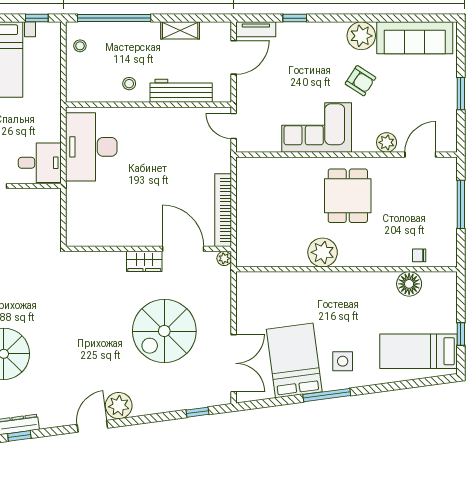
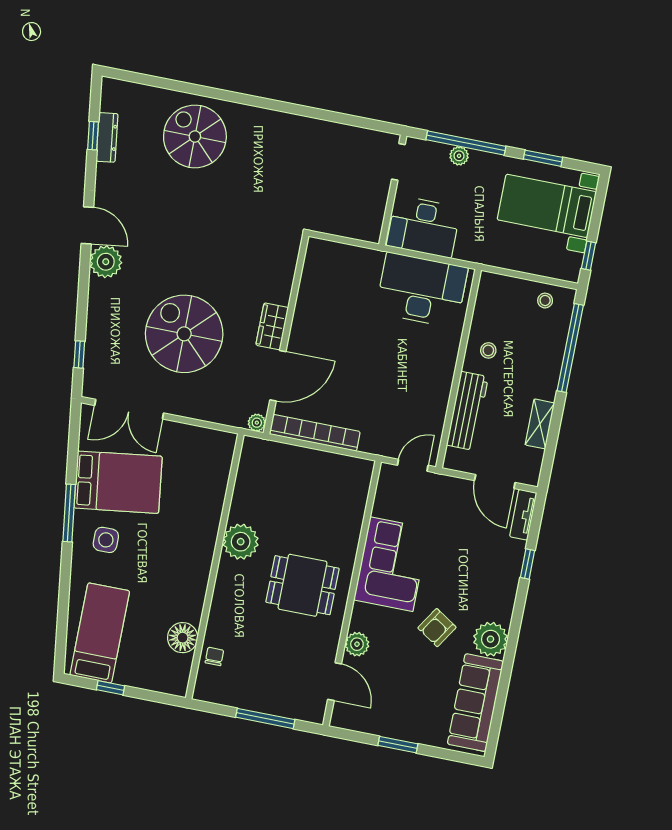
desk: (40, 163) -> (424, 227), width x1.37

